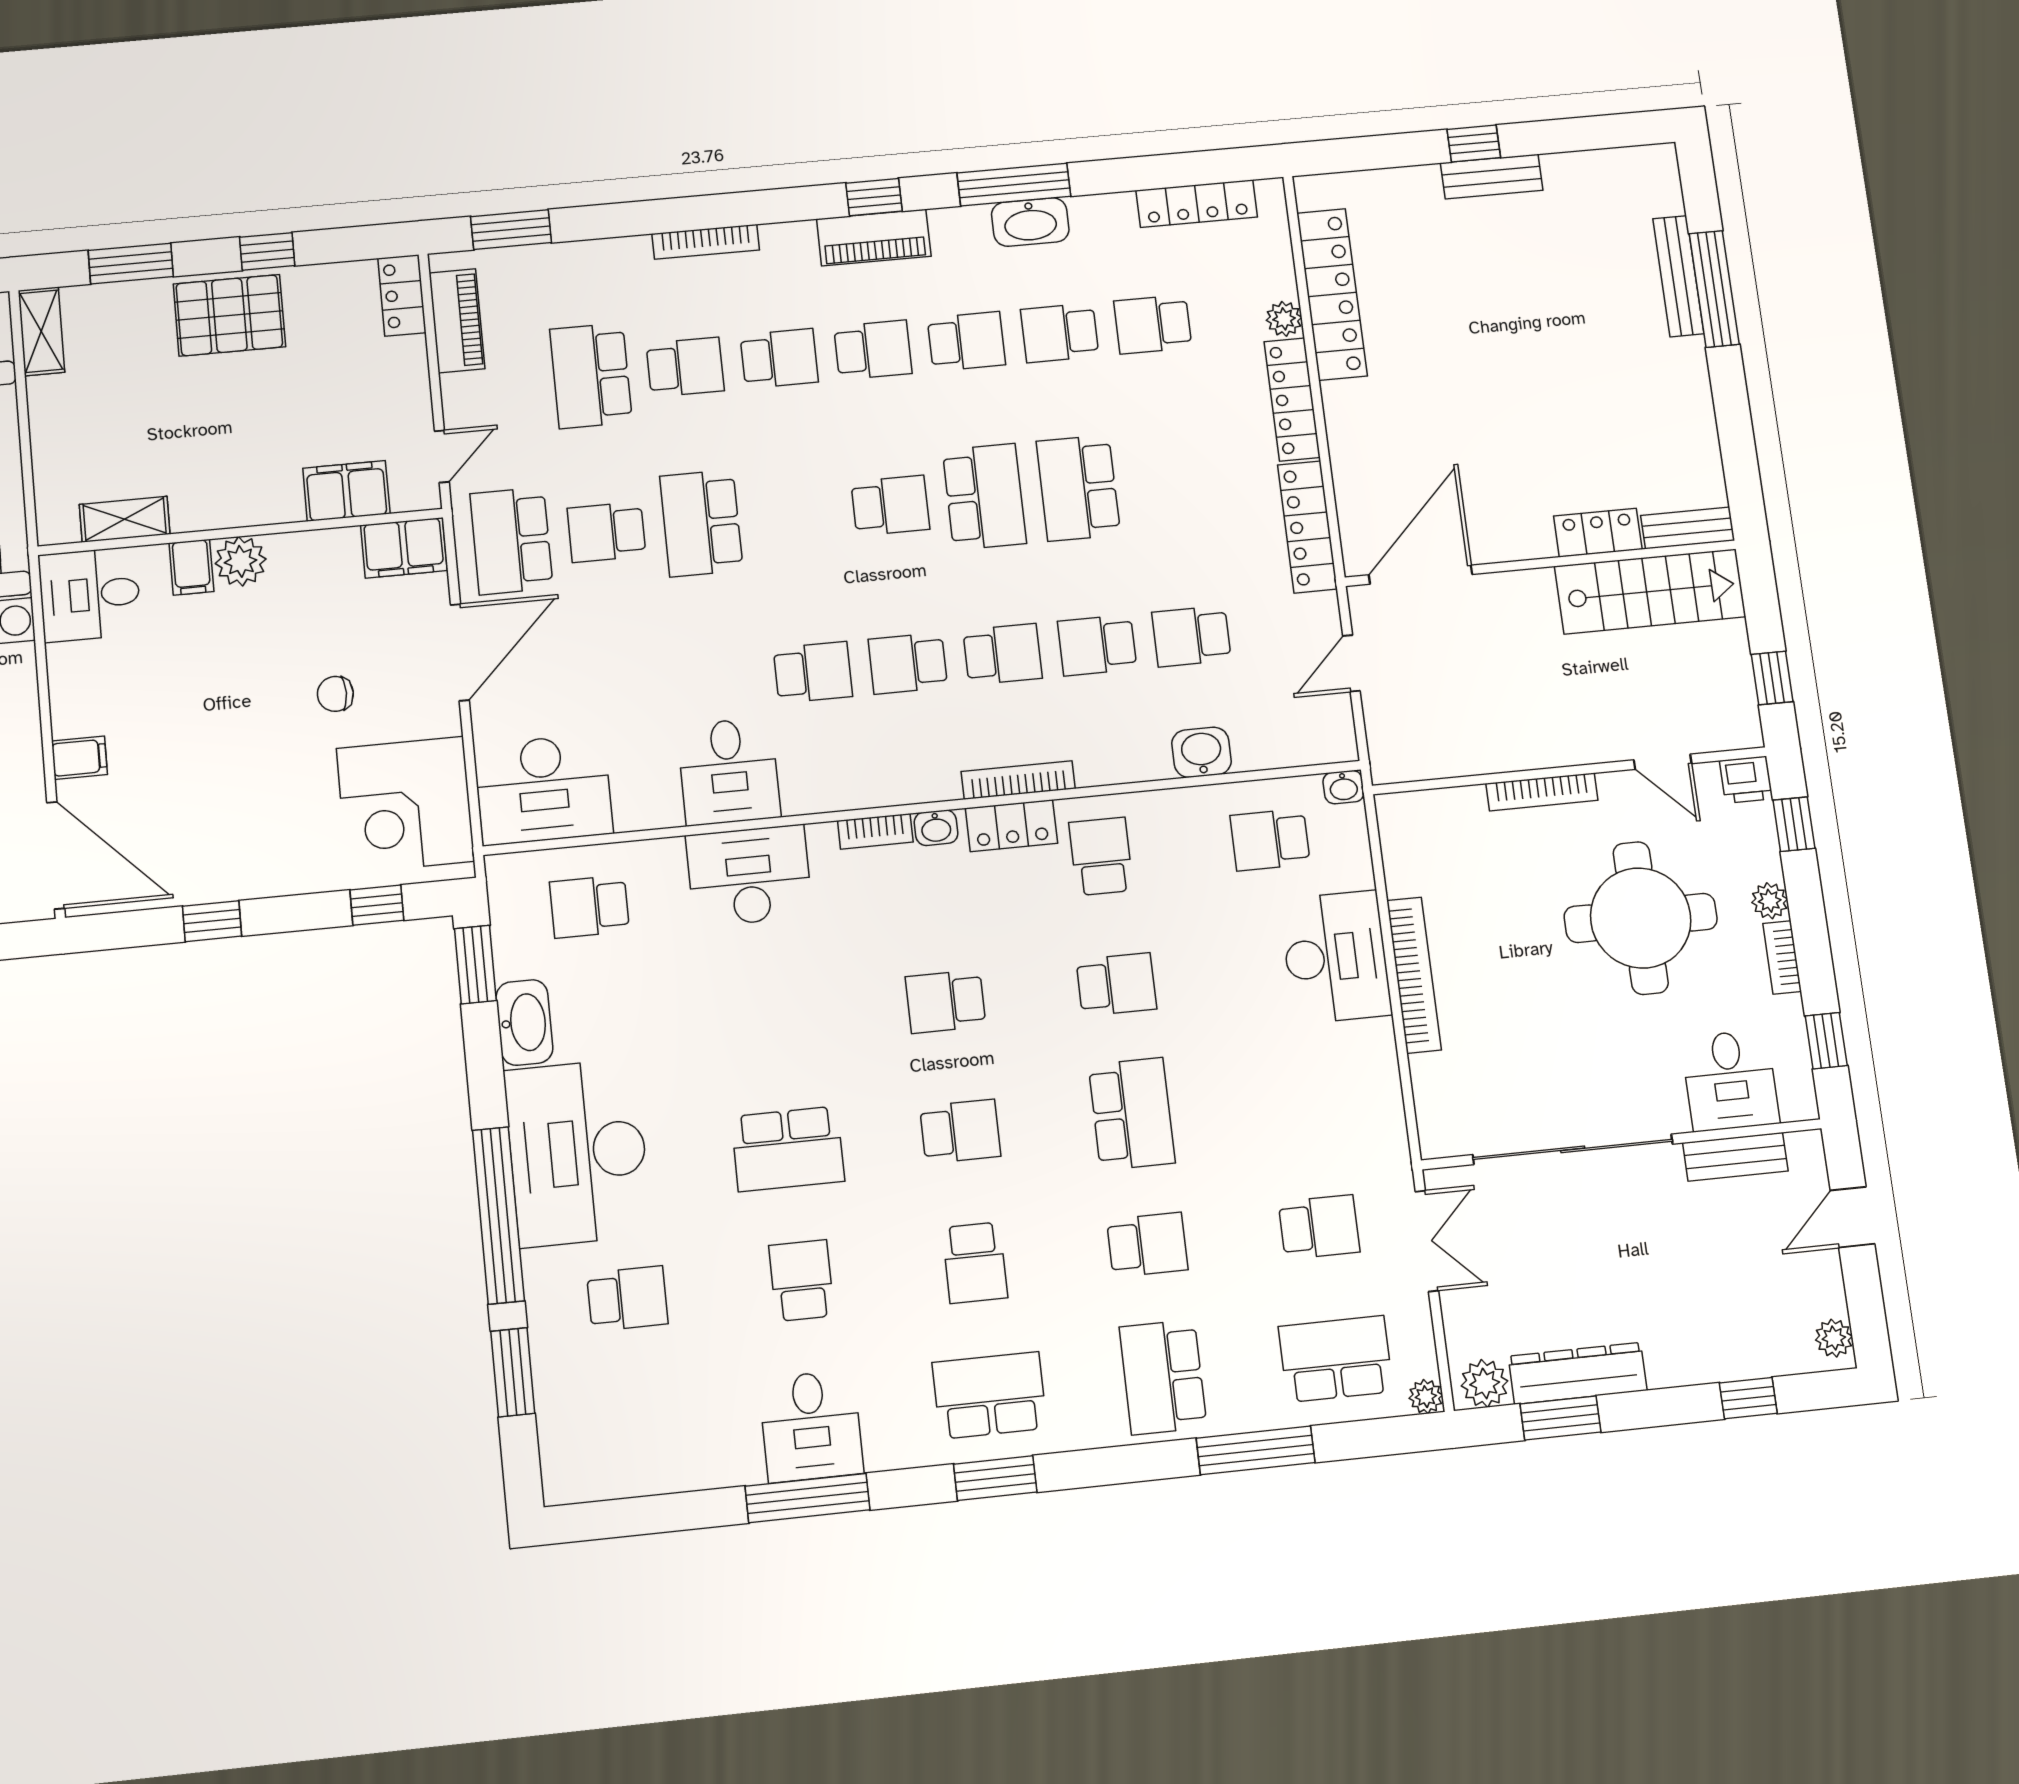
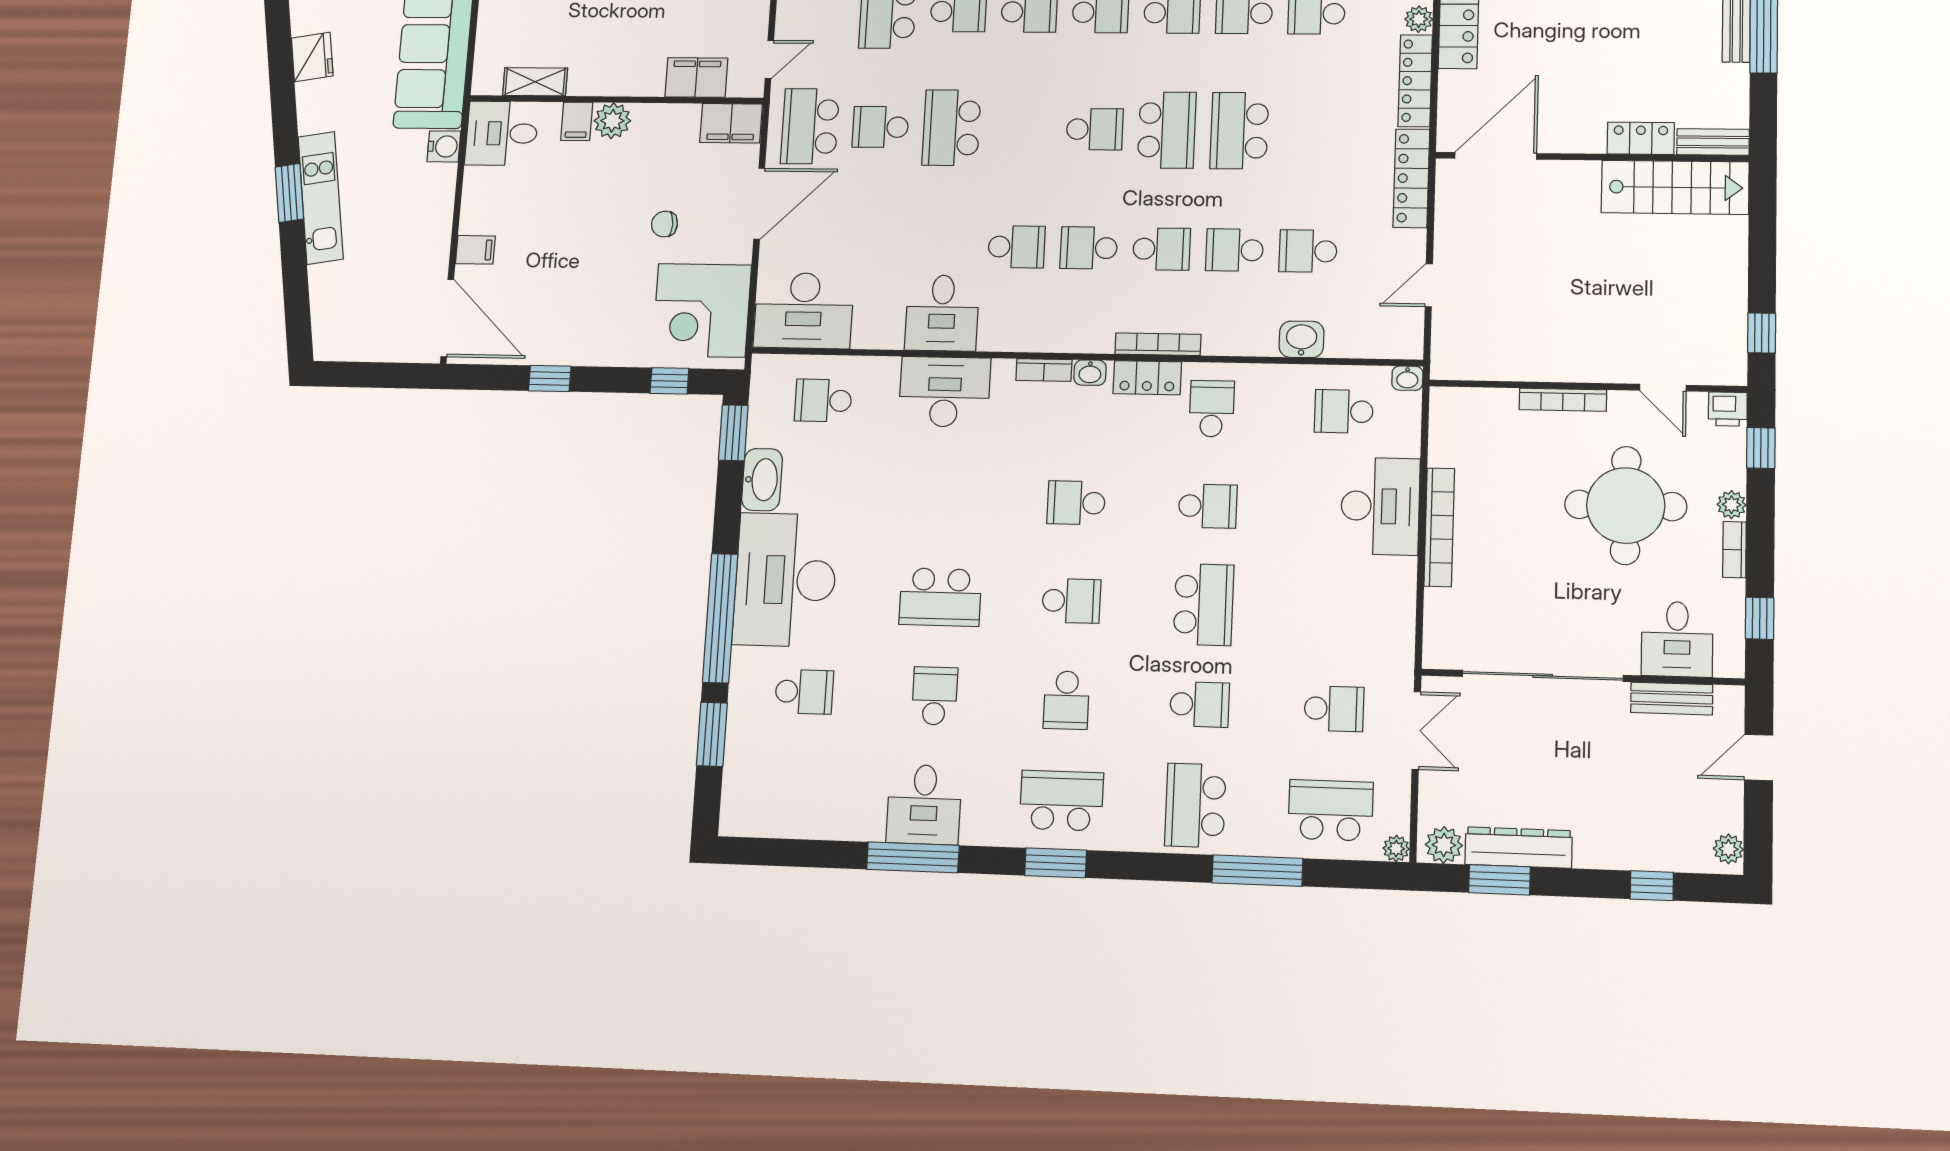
bench: (1688, 528) -> (1713, 142), moved
locker: (1598, 533) -> (1641, 138), moved
wall: (1541, 563) -> (1592, 157), moved
door: (1421, 575) -> (1496, 156), moved
stairs: (1650, 591) -> (1675, 187), moved

